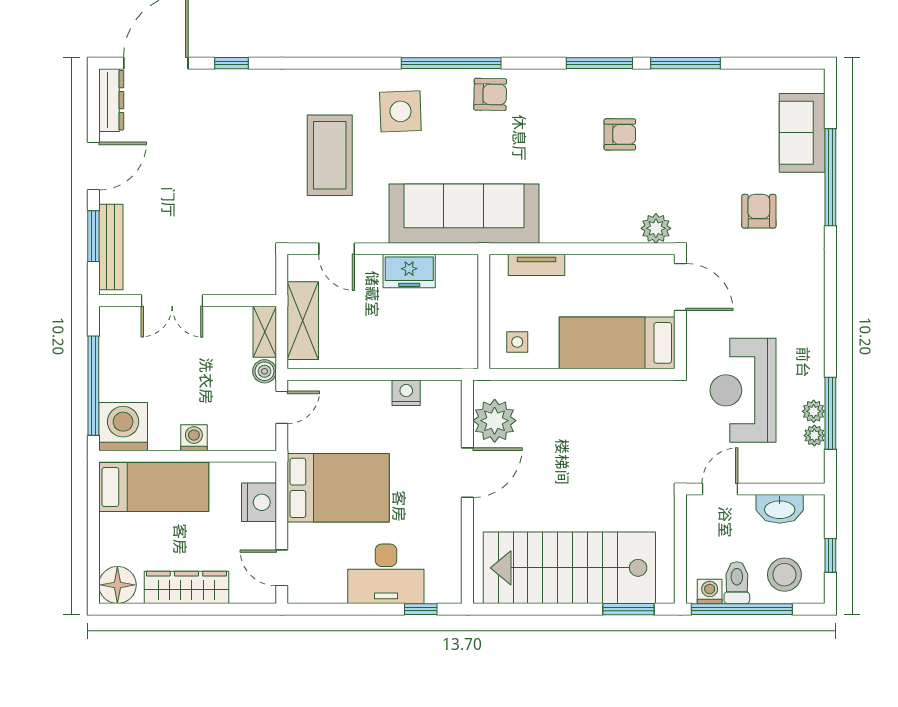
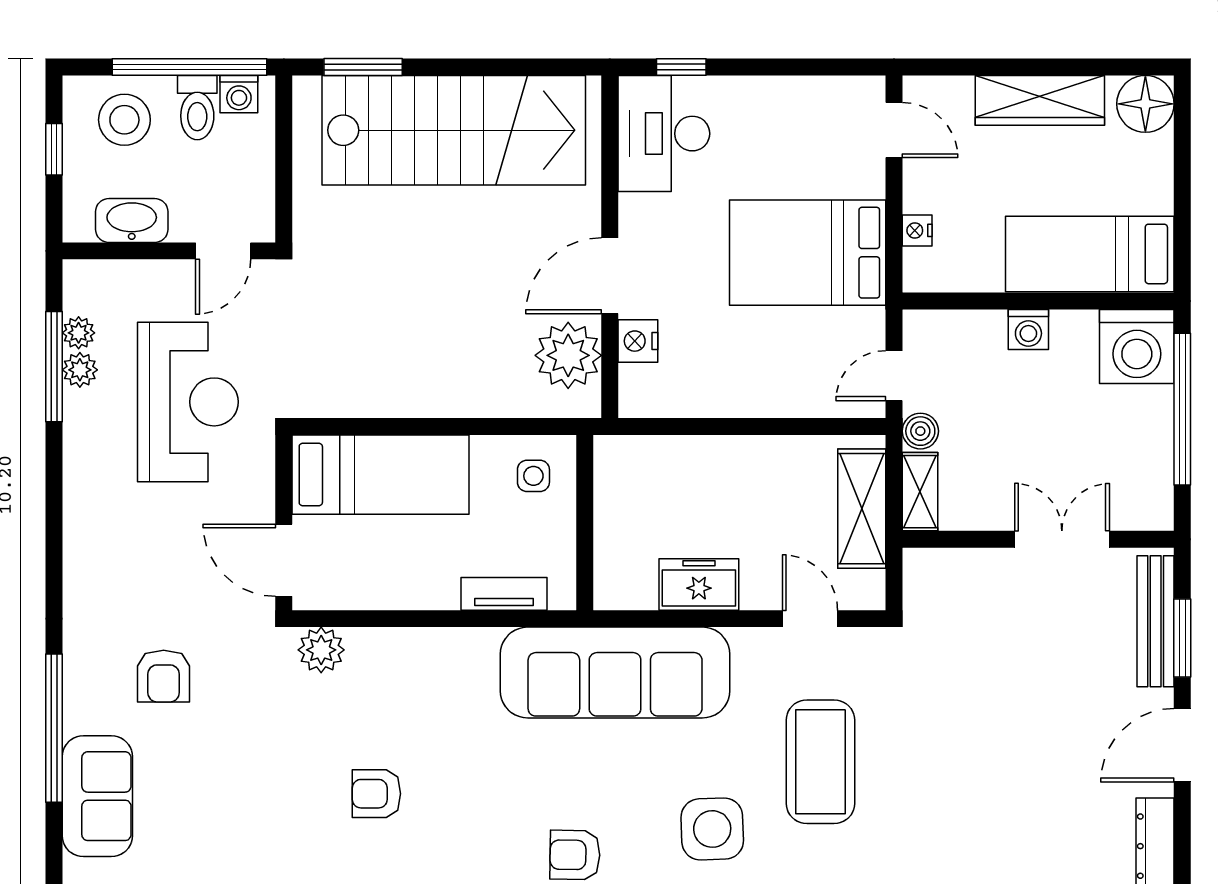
nightstand: (406, 393) -> (638, 341), moved, turned 90
nightstand: (259, 502) -> (917, 230), width x0.53, depth x0.56
desk: (386, 574) -> (664, 134), moved, turned -90

